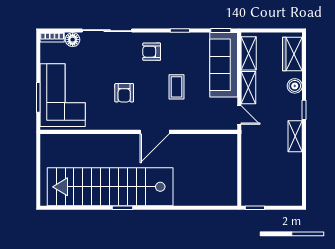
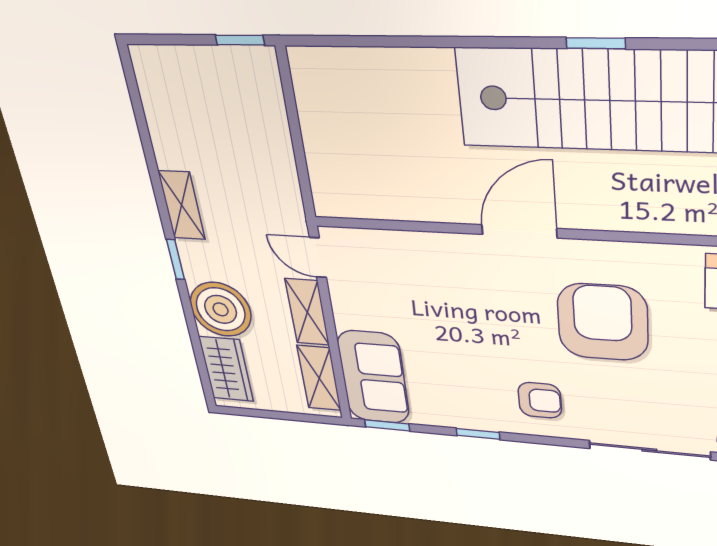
sofa: (224, 65) -> (373, 377), width x0.73
boiler: (295, 86) -> (221, 309), width x1.86, depth x1.86
coffee table: (176, 87) -> (474, 326), removed
armchair: (124, 93) -> (603, 322), width x1.88, depth x1.88

